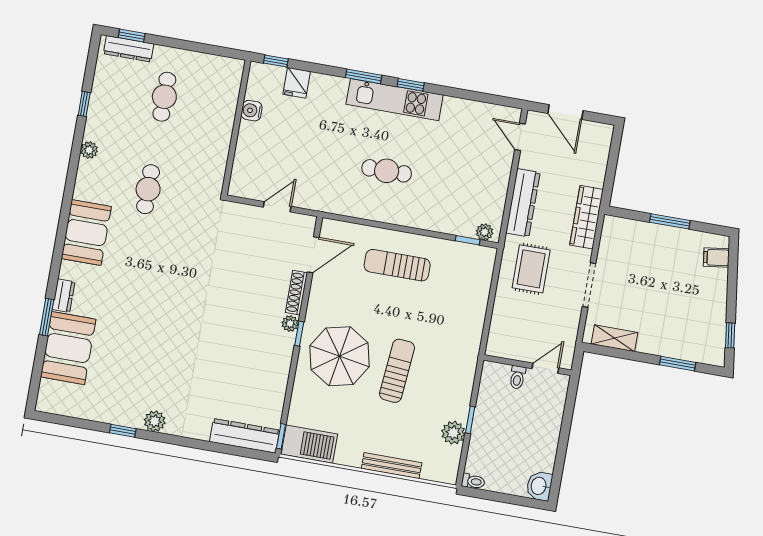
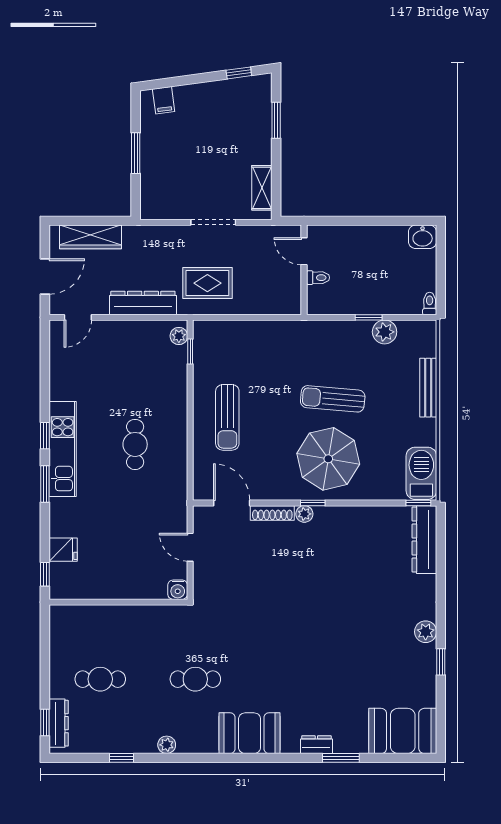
water cooler: (252, 111) -> (178, 590), moved
wardrobe: (587, 217) -> (91, 237), moved
booth: (68, 348) -> (403, 731), moved

